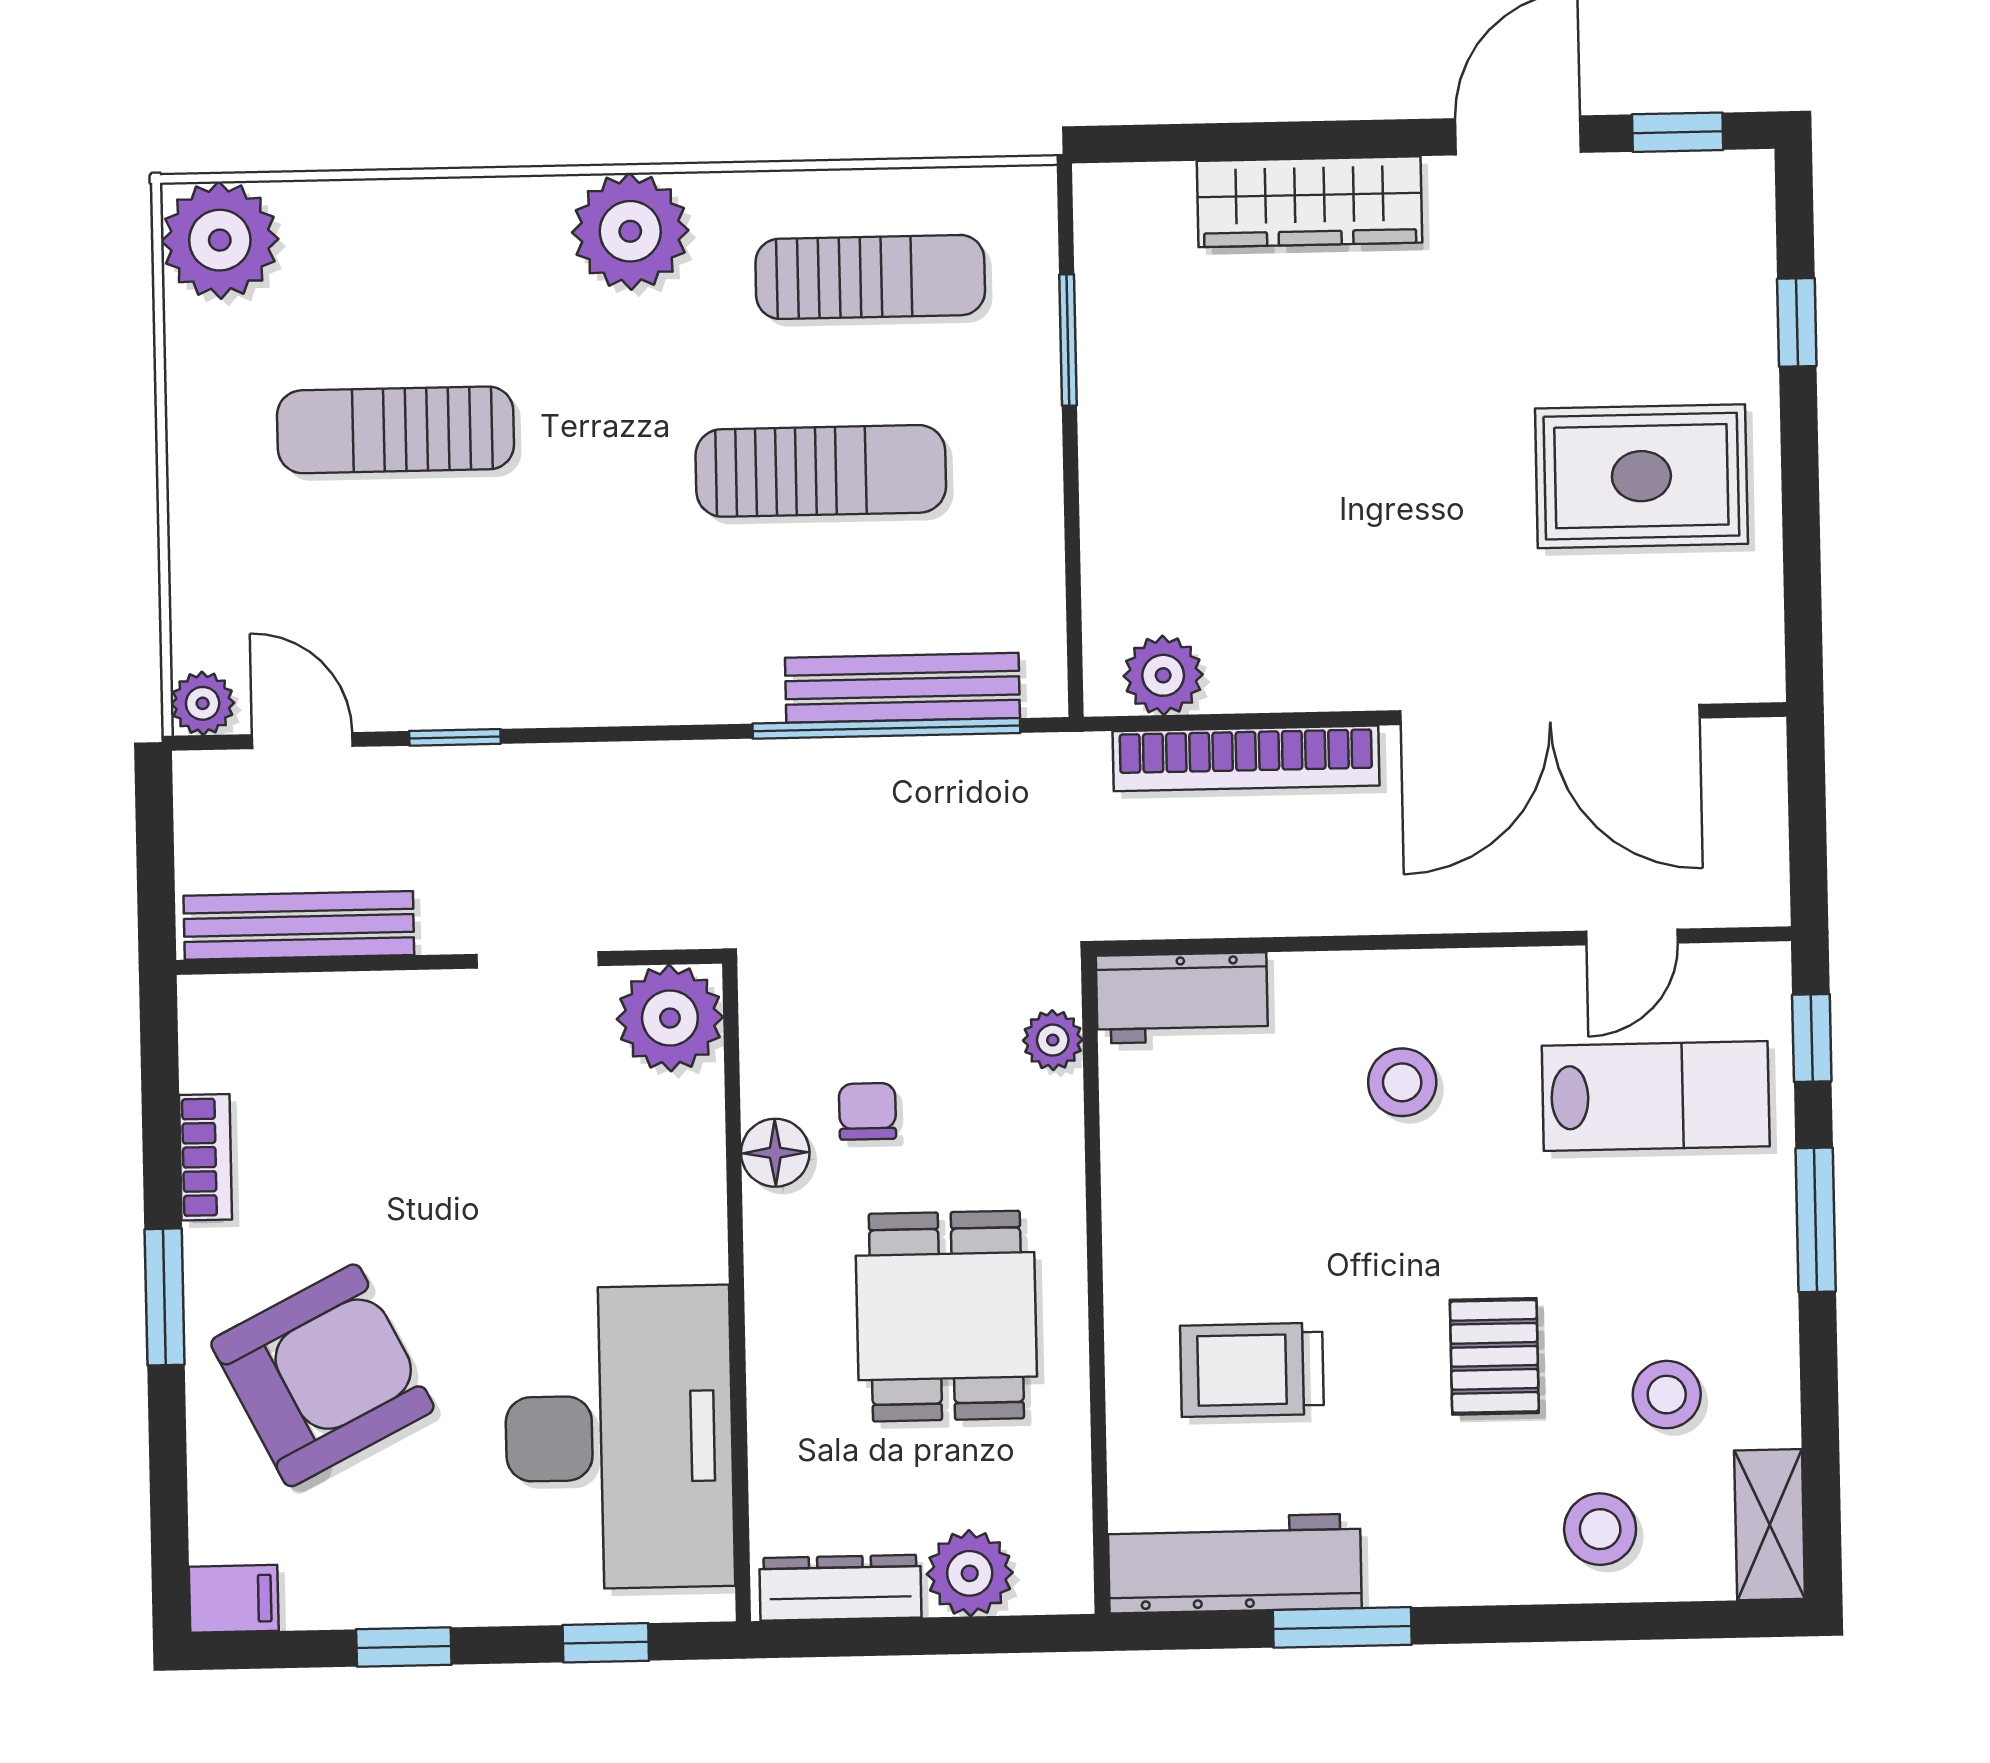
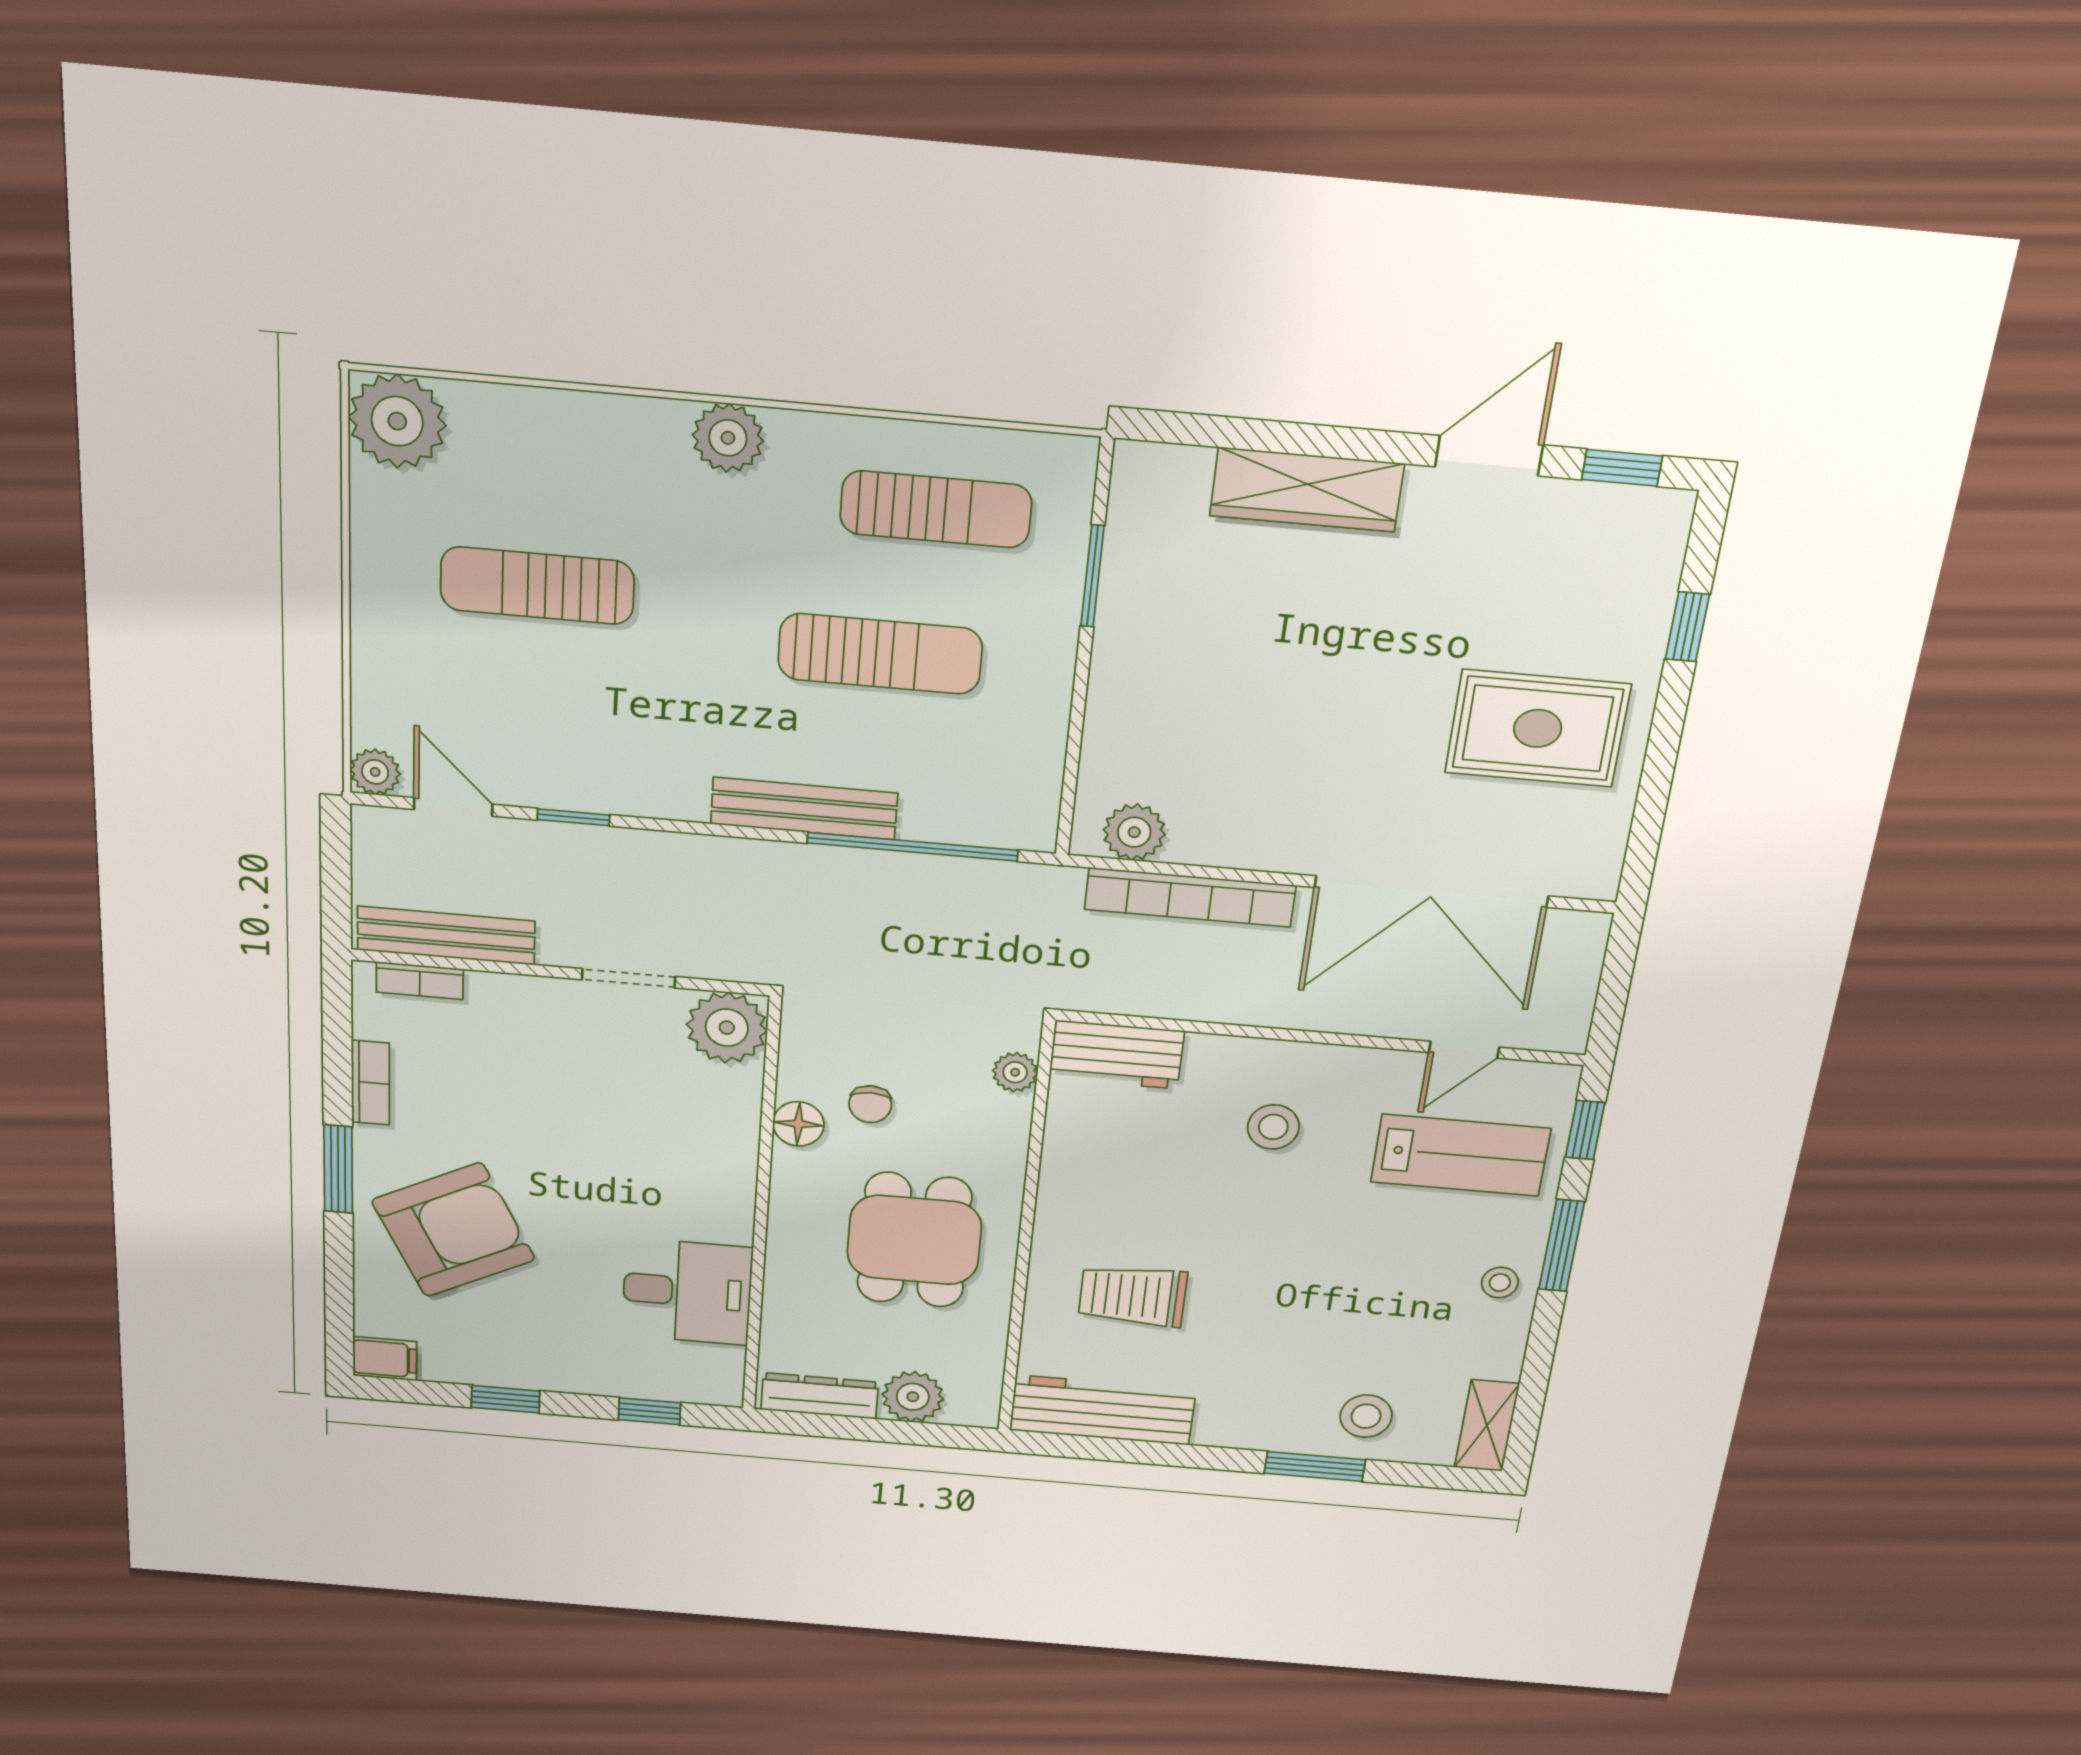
plant: (630, 231) -> (728, 438), width x0.73, depth x0.73
bench: (902, 688) -> (804, 809), moved
bookcase: (267, 996) -> (420, 981), added
chair: (867, 1111) -> (870, 1104), turned 180
pallet: (1494, 1356) -> (1310, 1305), removed
stool: (1667, 1395) -> (1500, 1283), moved, width x0.73, depth x0.73
desk: (619, 1437) -> (687, 1292), width x0.53, depth x0.77
window: (1342, 1627) -> (1315, 1467), moved

